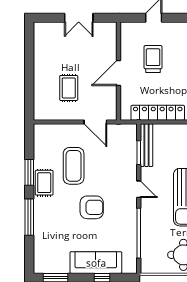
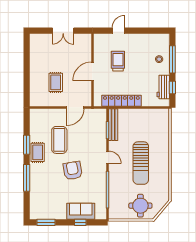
door: (95, 122) -> (75, 107), hinge flipped
armchair: (92, 207) -> (73, 171), turned -100
sofa: (96, 263) -> (81, 211), width x0.73

